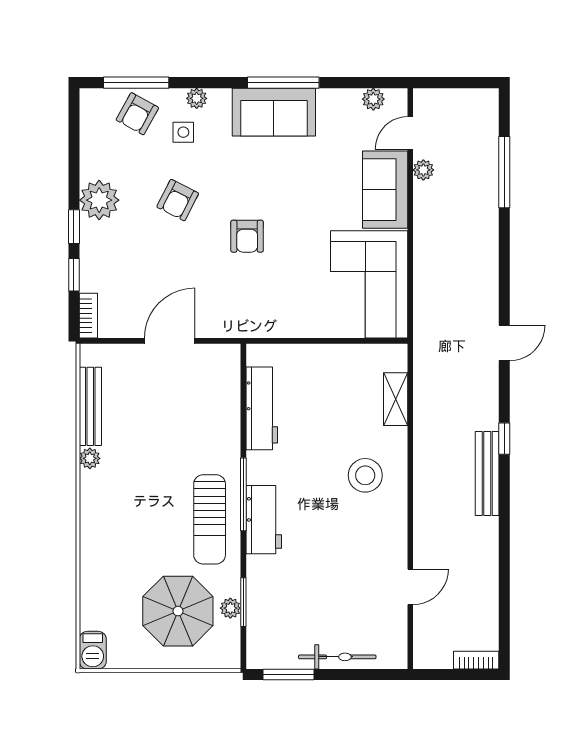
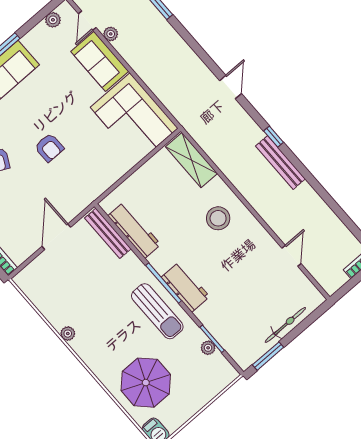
shelving: (396, 399) -> (191, 160), width x1.50, depth x1.33
bench: (90, 406) -> (108, 233), moved
parasol: (178, 611) -> (146, 383), moved

